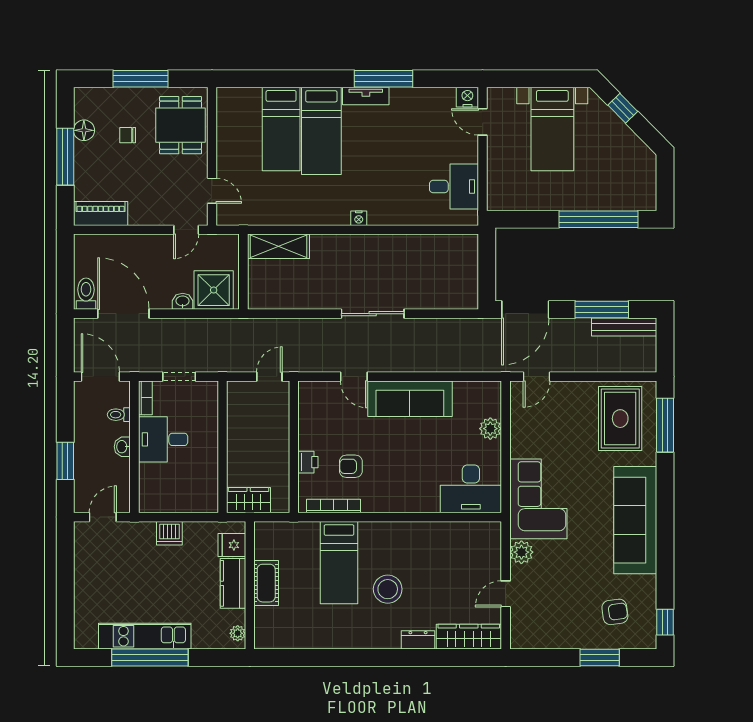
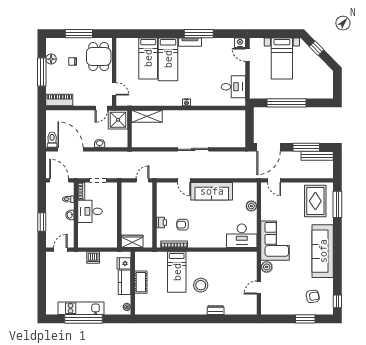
window: (599, 219) -> (286, 103), moved
shower: (214, 290) -> (118, 120), moved
door: (537, 377) -> (274, 180), hinge flipped
wardrobe: (469, 637) -> (241, 309), removed

